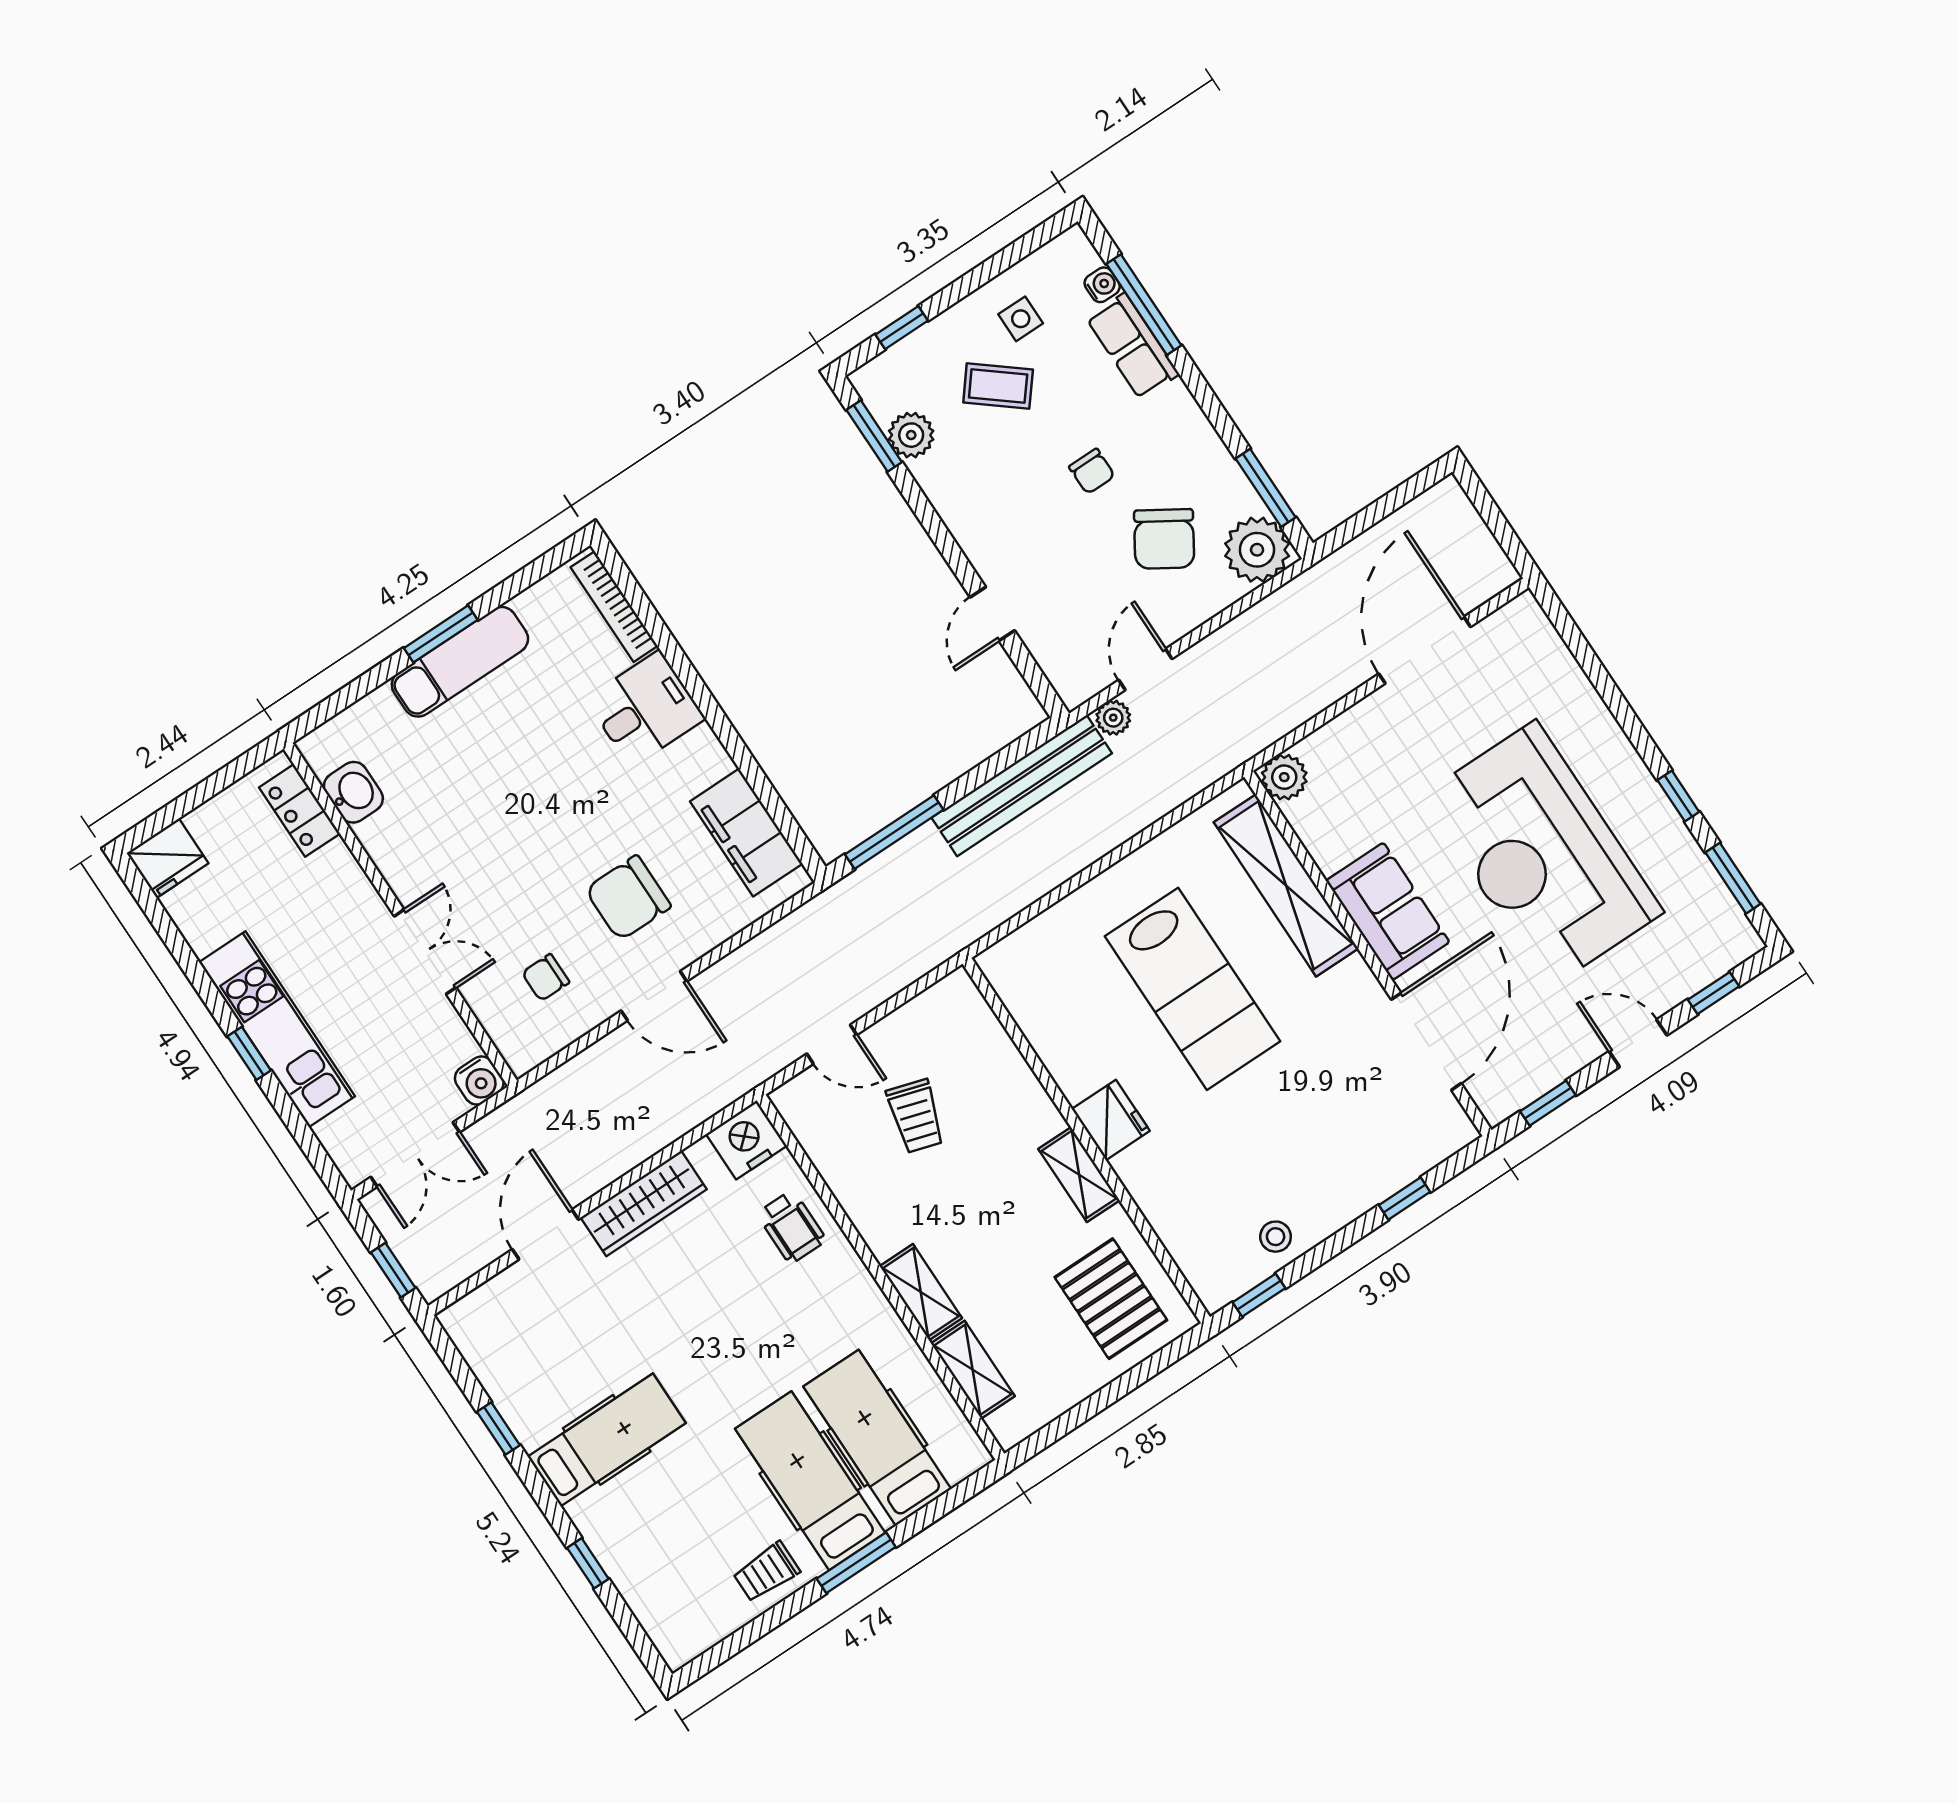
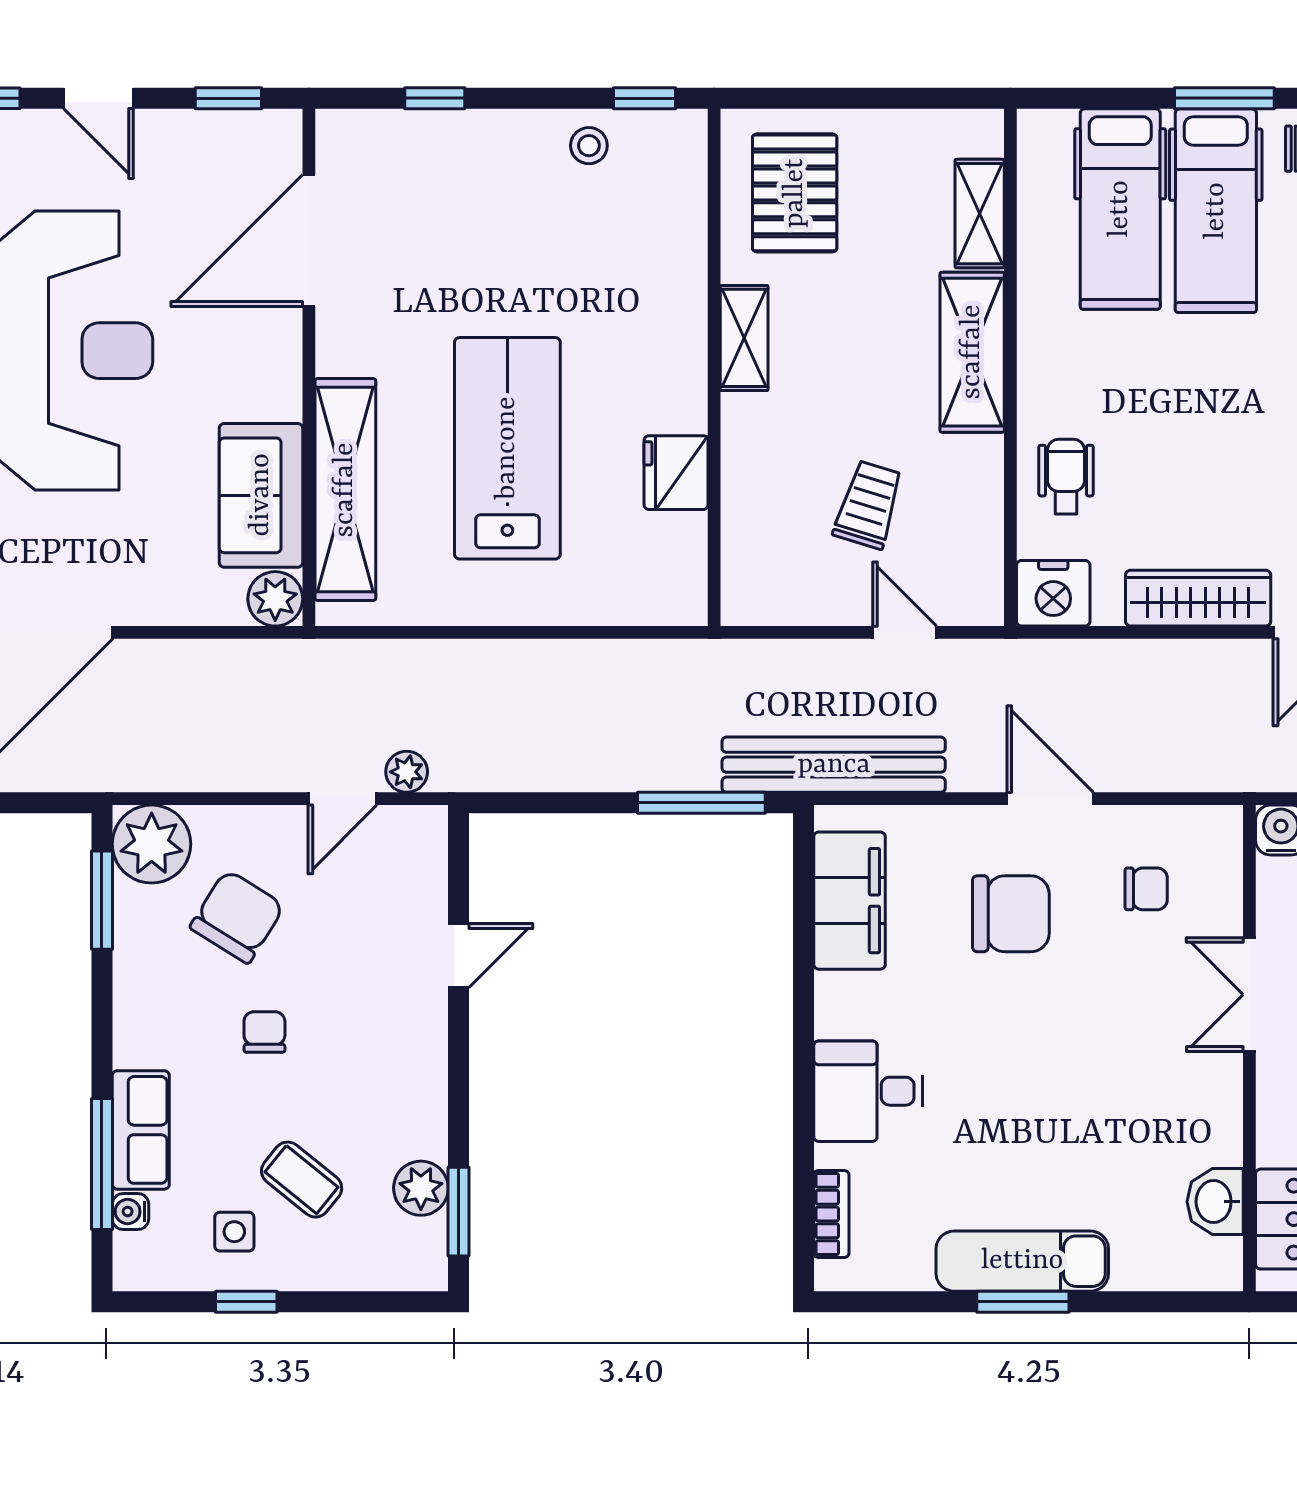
window: (902, 328) -> (246, 1302), moved
bookcase: (614, 607) -> (831, 1214), width x0.64
bench: (1022, 785) -> (834, 765), moved
sofa: (1388, 911) -> (261, 495), moved
fridge: (1111, 1120) -> (676, 473), moved
shelving: (921, 1292) -> (972, 352), width x1.50, depth x1.33

